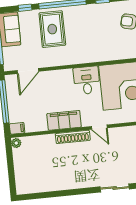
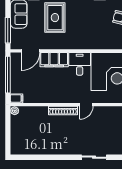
filing cabinet: (64, 120) -> (54, 60), moved, turned 180
door: (99, 127) -> (86, 105), hinge flipped

